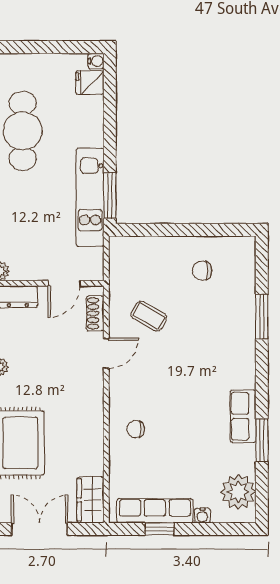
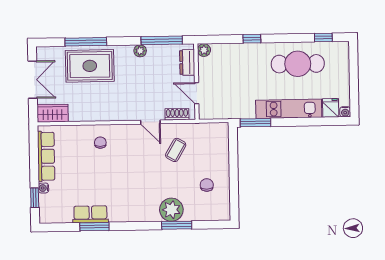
kitchen unit: (90, 197) -> (289, 109), moved
row of seats: (243, 416) -> (90, 214), moved
plant: (238, 492) -> (171, 210), moved
window: (160, 529) -> (35, 198), moved

